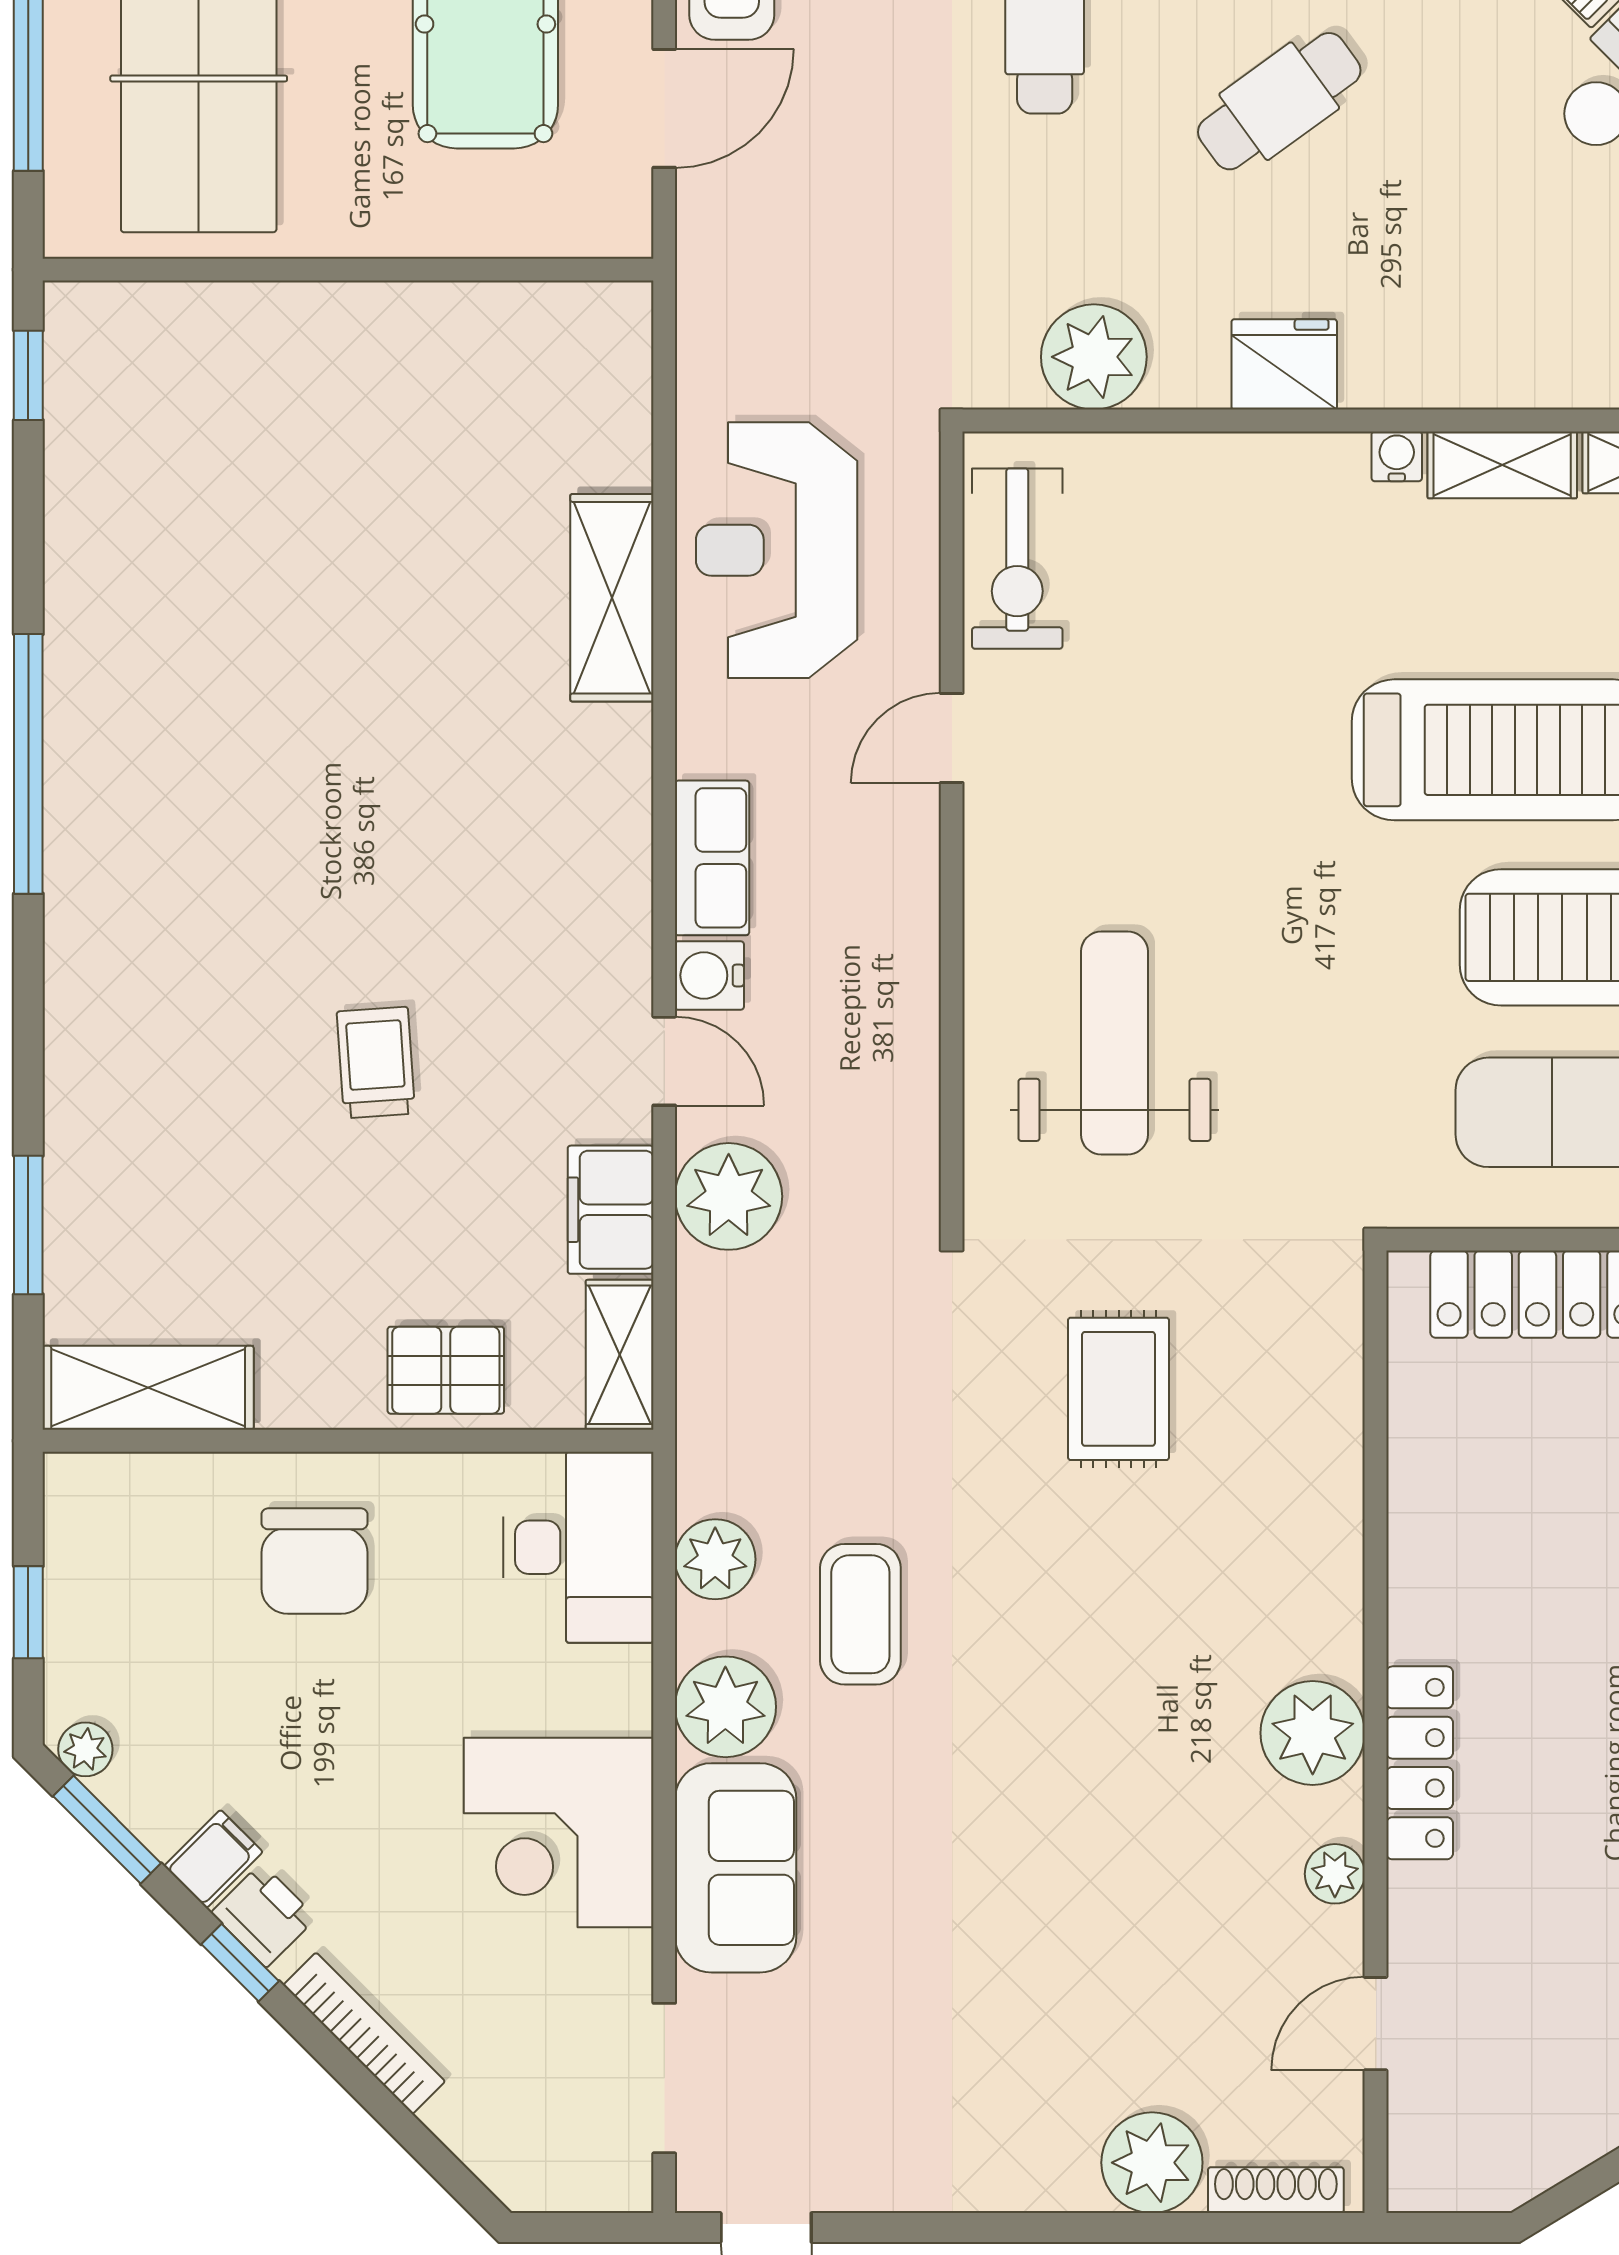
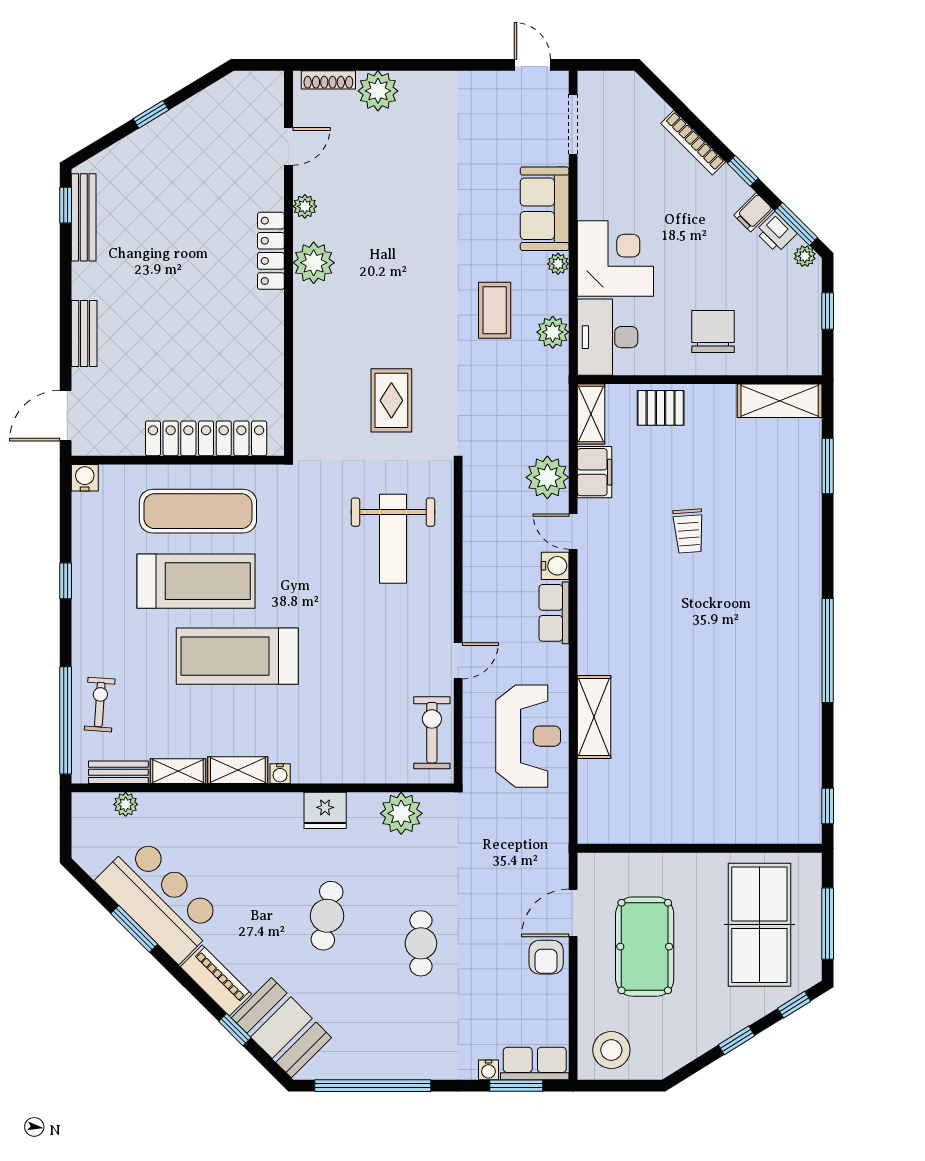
cafe table: (1279, 101) -> (327, 916), turned -44
plant: (725, 1707) -> (558, 264), width x0.53, depth x0.53
corner desk: (559, 1832) -> (615, 259), moved
printer: (264, 1915) -> (776, 232), moved

